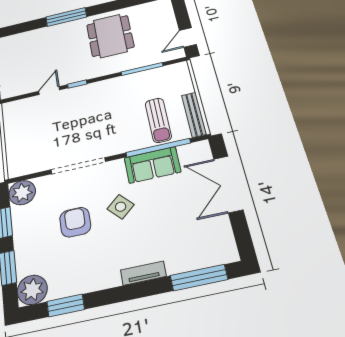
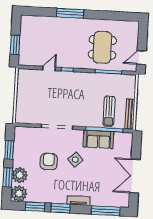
dining table: (110, 36) -> (102, 47), moved
double door: (228, 184) -> (135, 176), moved
plant: (22, 193) -> (20, 175), moved
window: (113, 296) -> (60, 208), added

